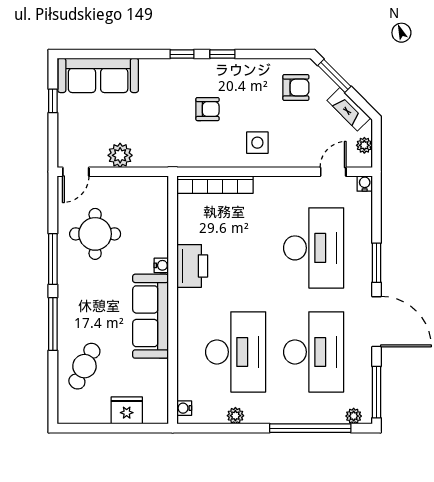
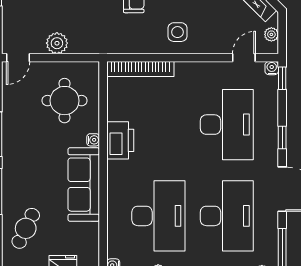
window: (377, 195) -> (282, 78), added
round table: (95, 234) -> (65, 101), moved
window: (377, 263) -> (282, 138), width x0.67

